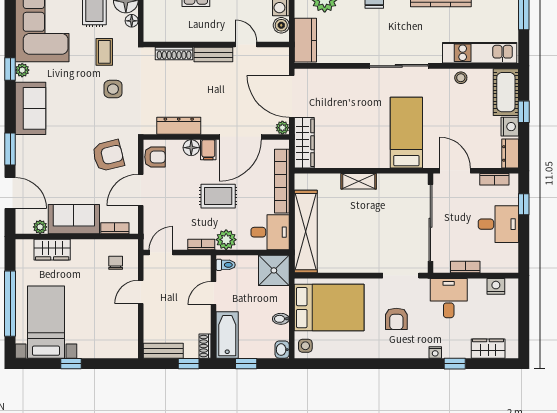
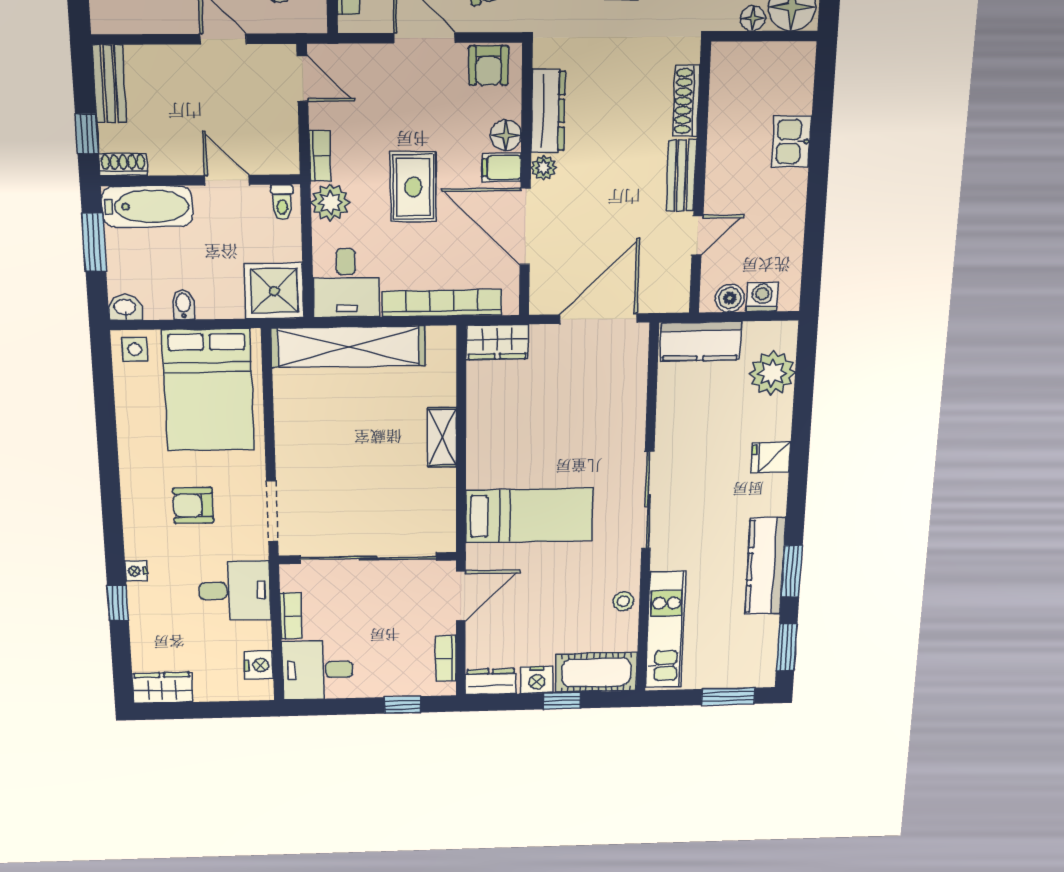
plant: (282, 128) -> (544, 168), moved
wardrobe: (304, 143) -> (497, 342), width x0.67
desk: (498, 224) -> (318, 670), moved, turned 90
wardrobe: (488, 349) -> (162, 688), moved, turned -90
window: (246, 364) -> (94, 242), width x1.50

